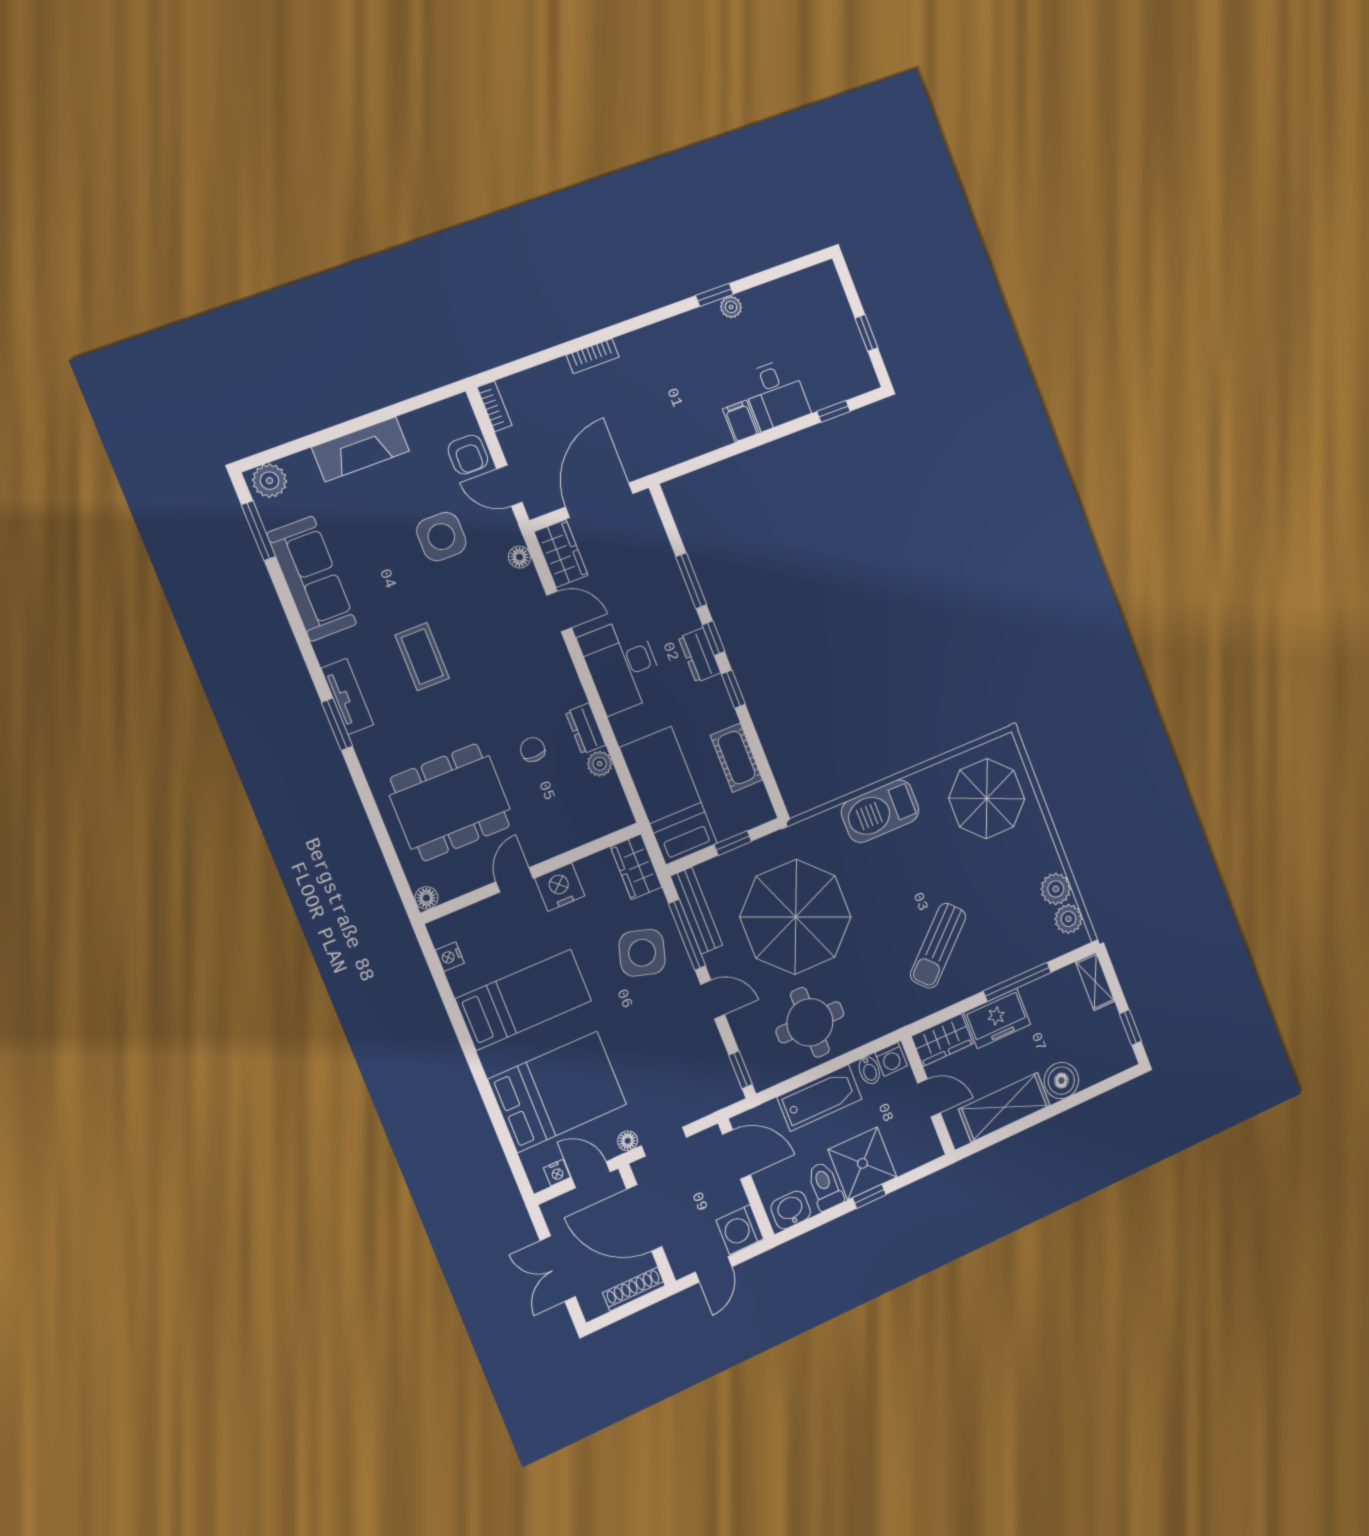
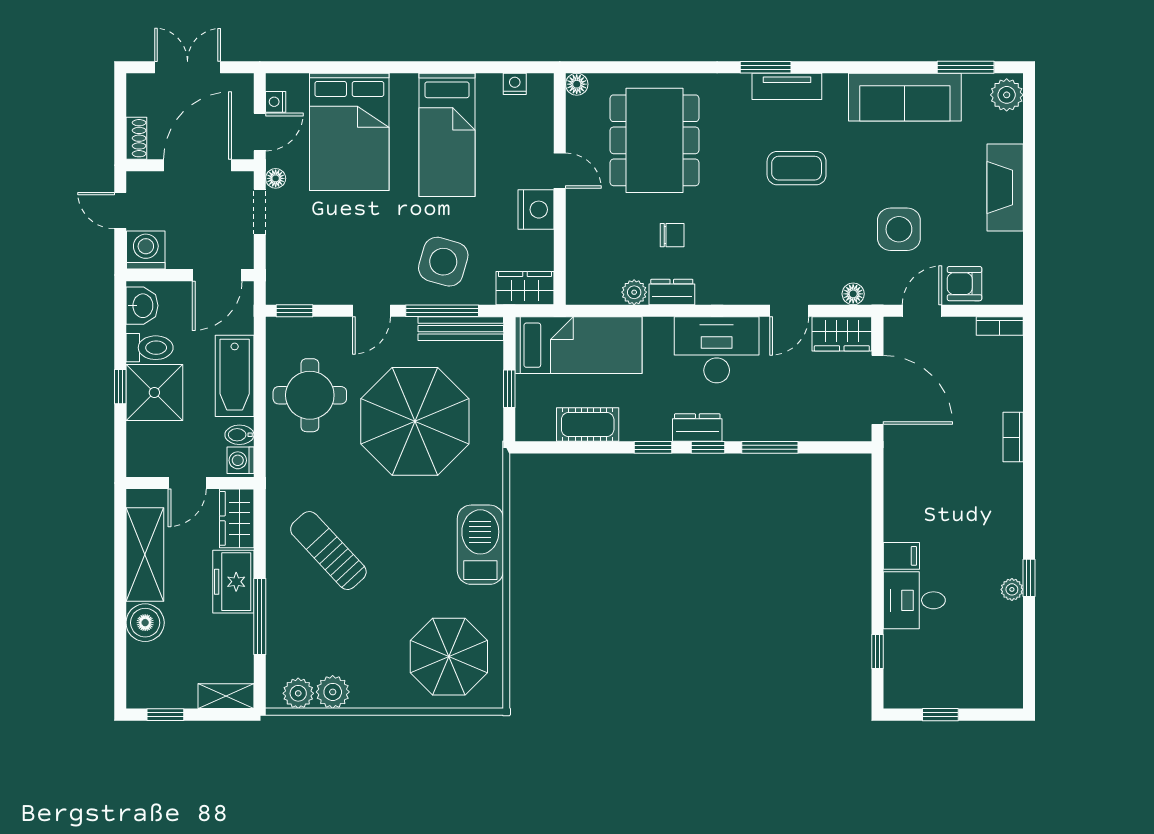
shoe rack: (634, 1289) -> (136, 138), width x0.70

